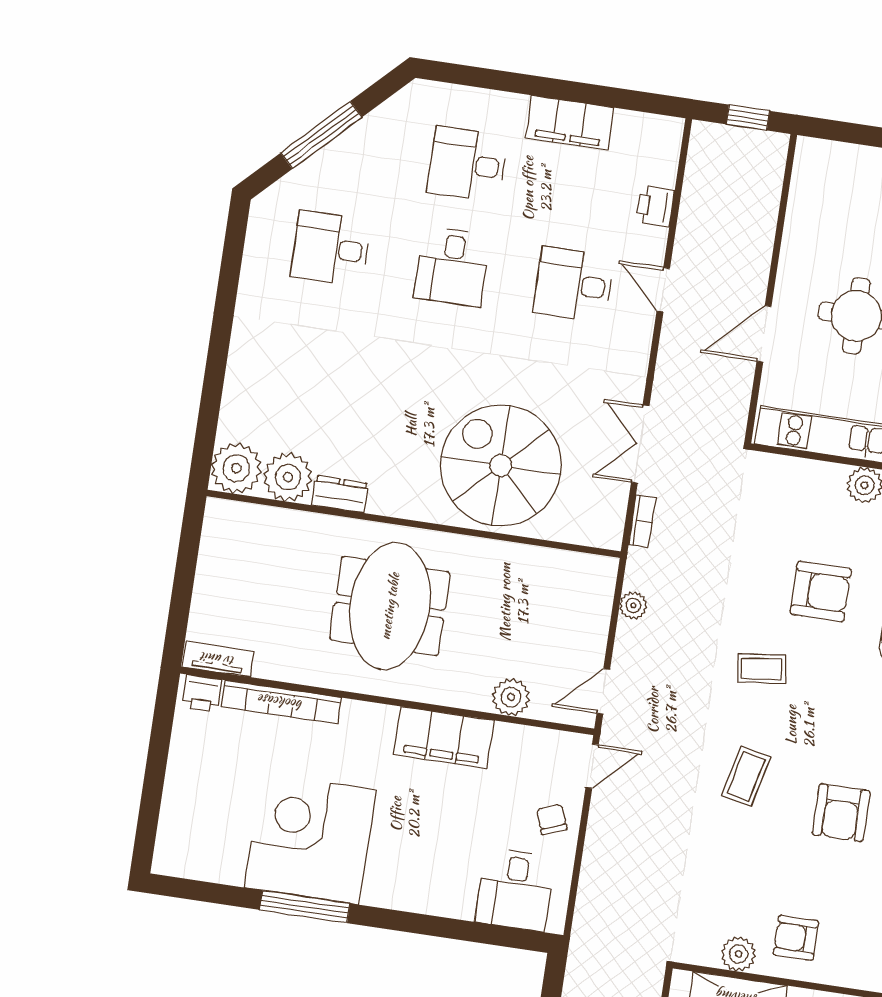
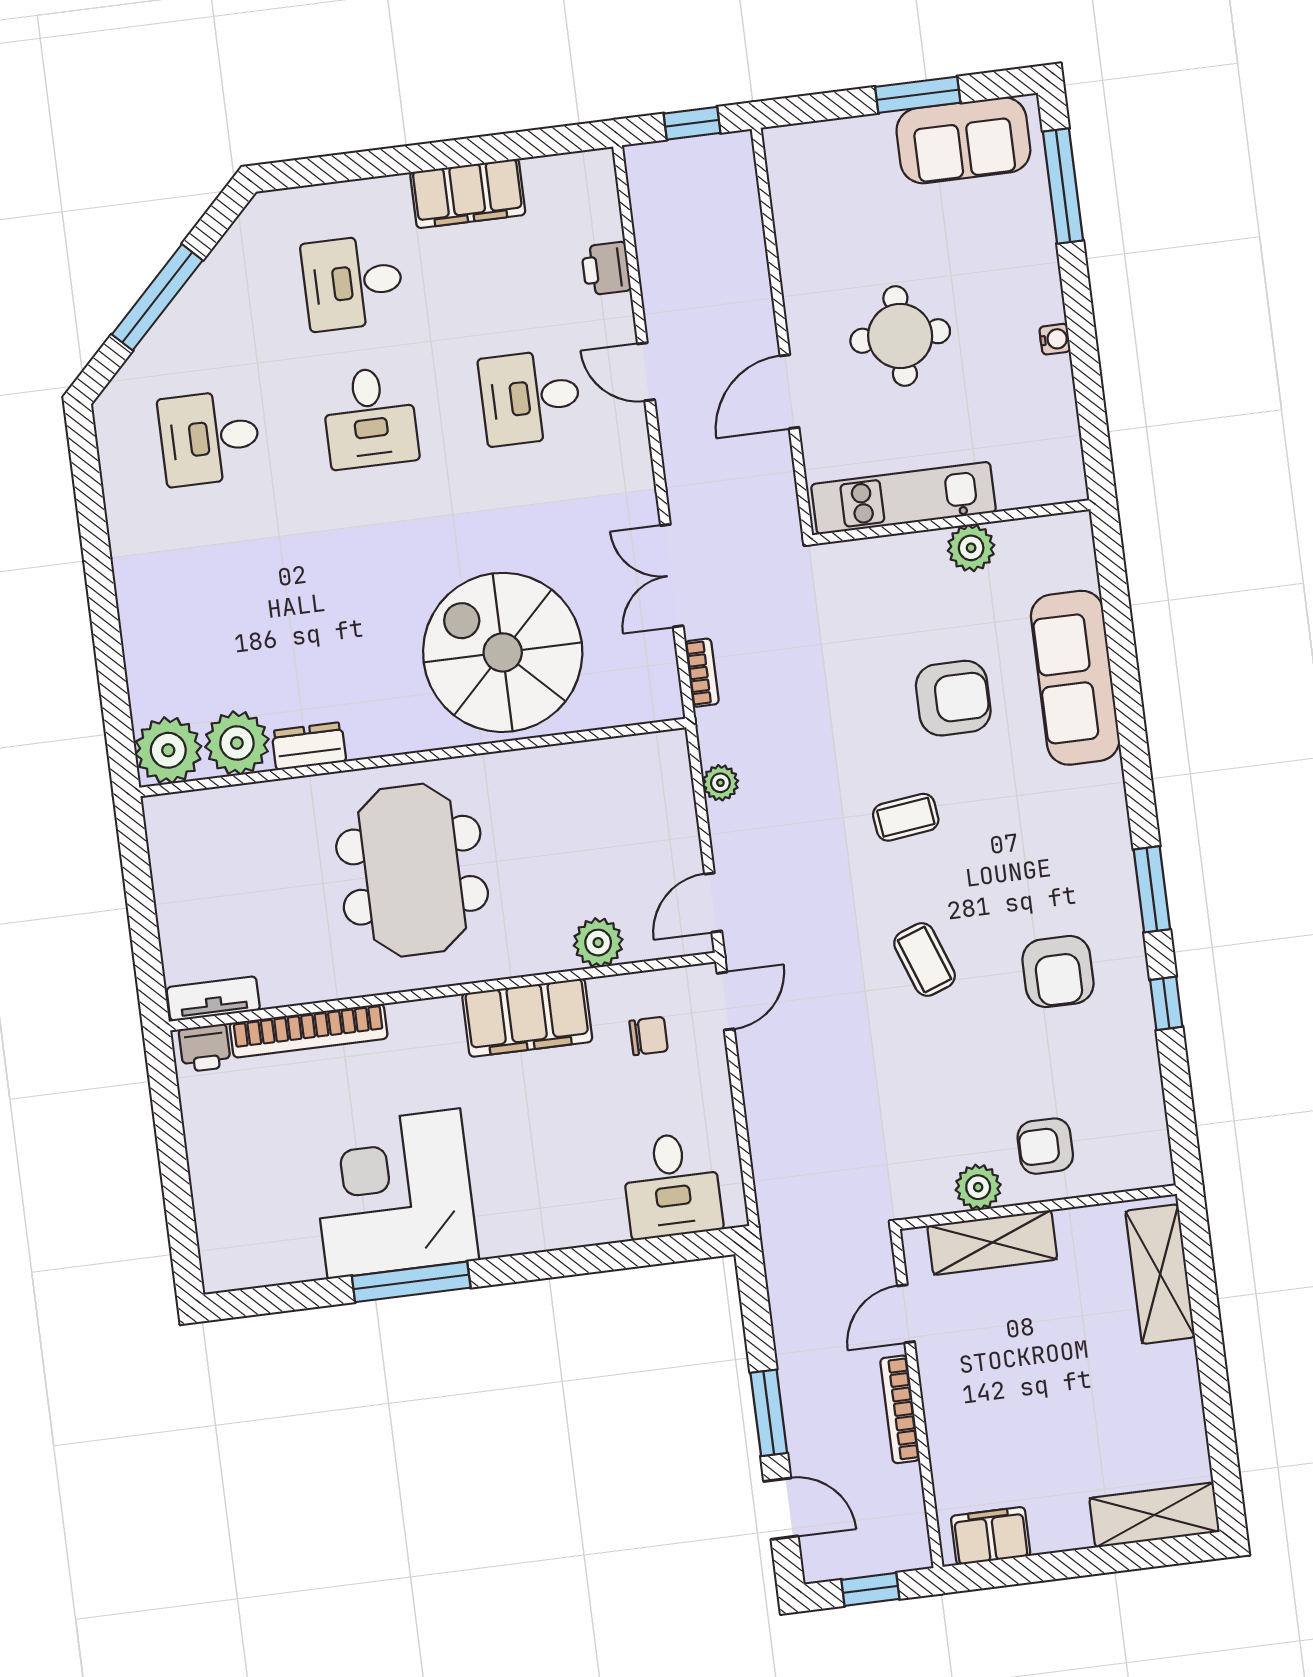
coffee table: (746, 777) -> (925, 960), turned -33
chair: (552, 819) -> (649, 1036), moved, turned 111

